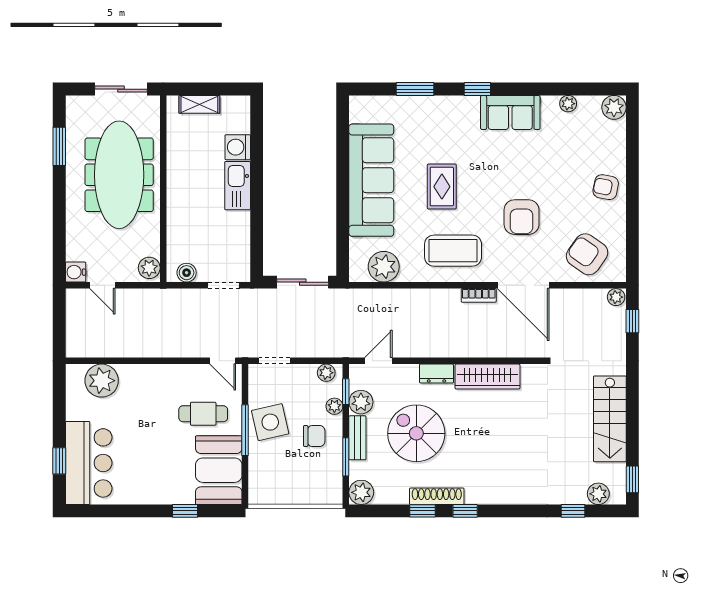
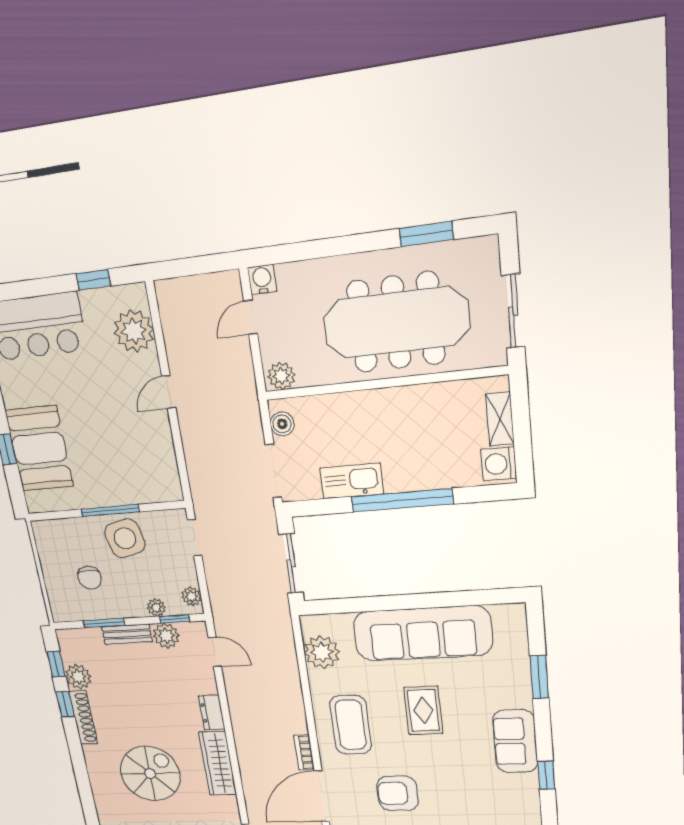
window: (477, 89) -> (546, 775), moved
sofa: (510, 112) -> (515, 741), moved
washing machine: (238, 147) -> (499, 464), moved, turned -90
window: (257, 185) -> (402, 500), added
kitchen sink: (238, 186) -> (352, 481), moved
rug: (442, 187) -> (423, 710), turned 90
doorway: (224, 285) -> (273, 471), width x1.38
door: (223, 361) -> (169, 392), moved
cafe table: (203, 414) -> (119, 460), removed
spiral stairs: (416, 433) -> (150, 774), moved
chair: (314, 436) -> (89, 578), moved
window: (59, 461) -> (93, 280), moved
booth: (219, 470) -> (39, 448), moved, turned 90
plant: (361, 492) -> (78, 677), moved
window: (465, 511) -> (56, 664), moved

